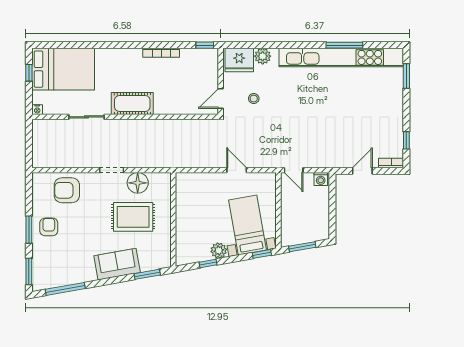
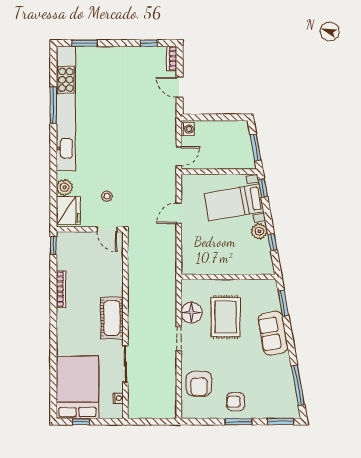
nightstand: (37, 110) -> (118, 398), moved

